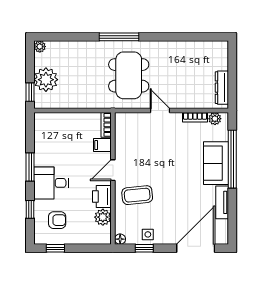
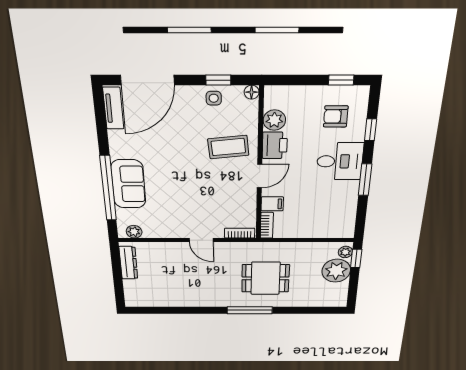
plant: (40, 47) -> (345, 252), moved
dining table: (129, 75) -> (265, 278), moved, width x0.73
bookcase: (195, 117) -> (240, 233), moved
tv unit: (222, 202) -> (113, 108), moved

